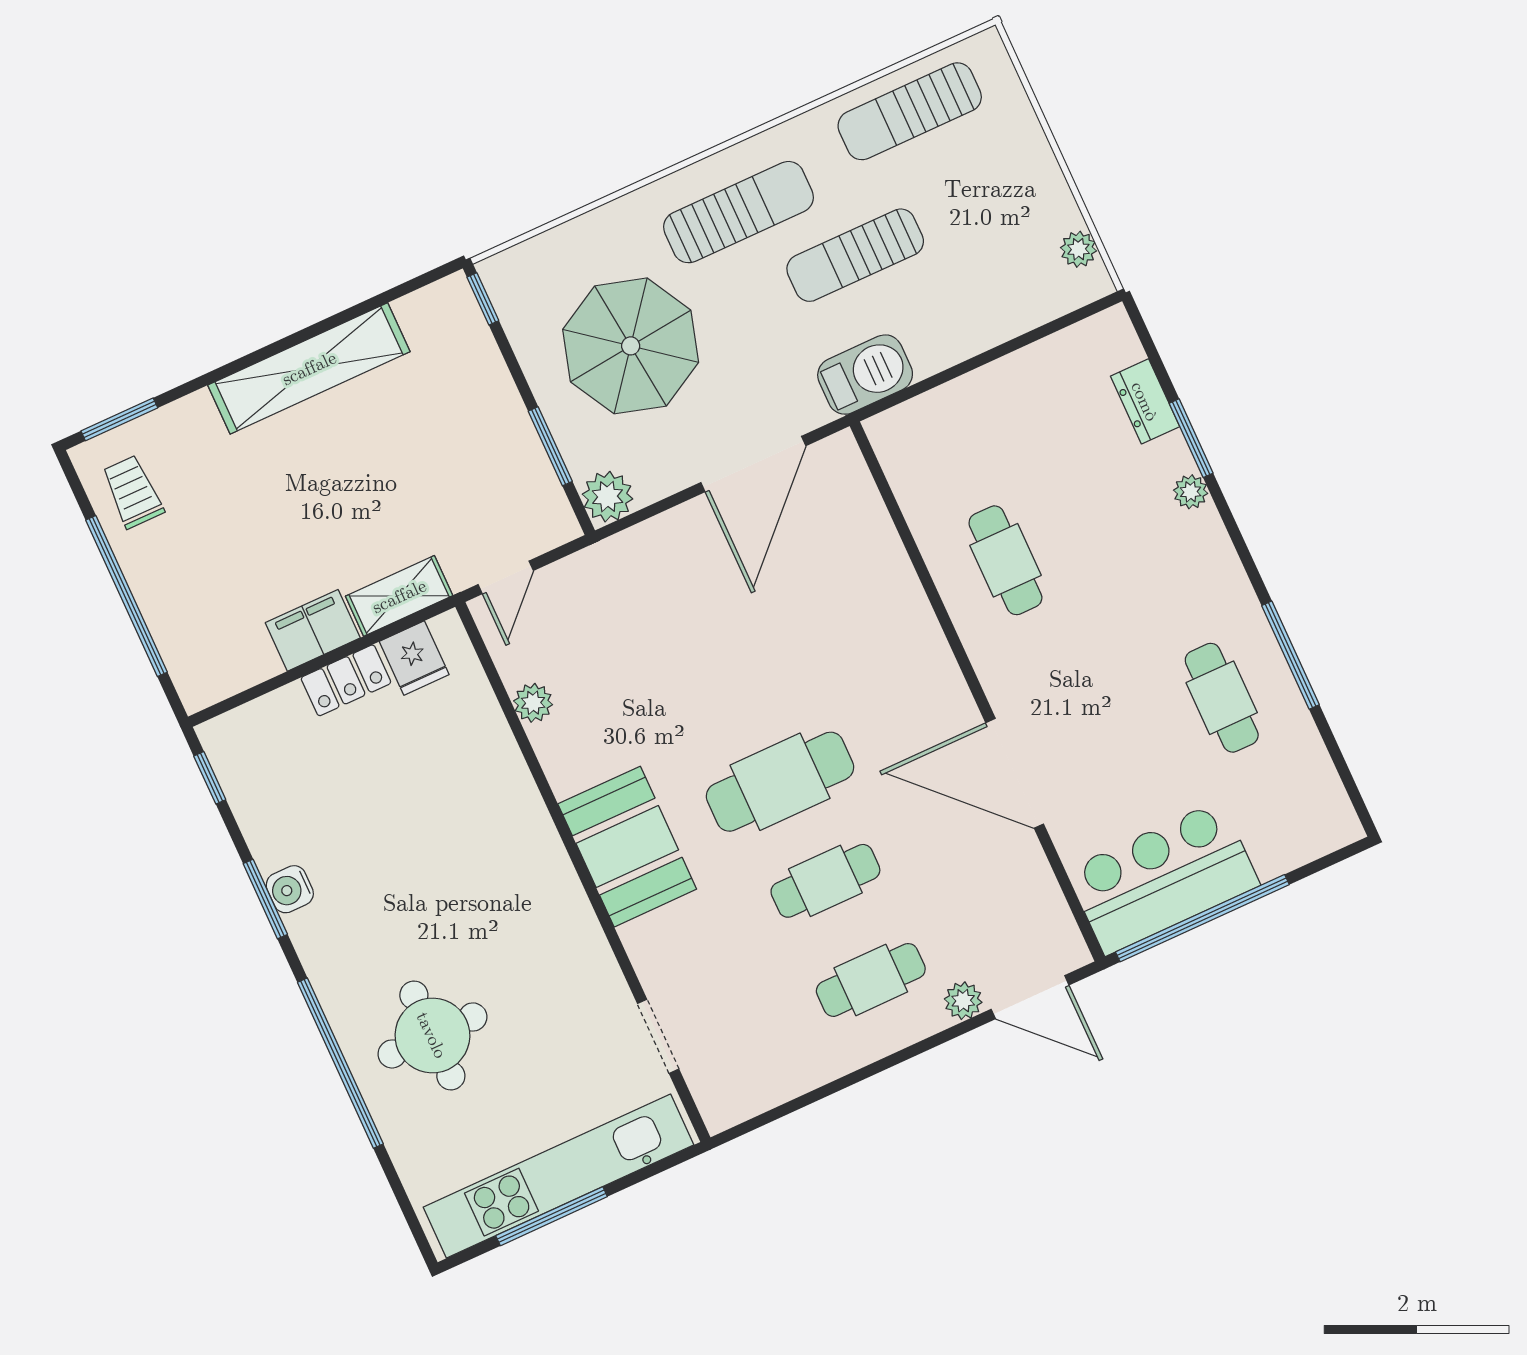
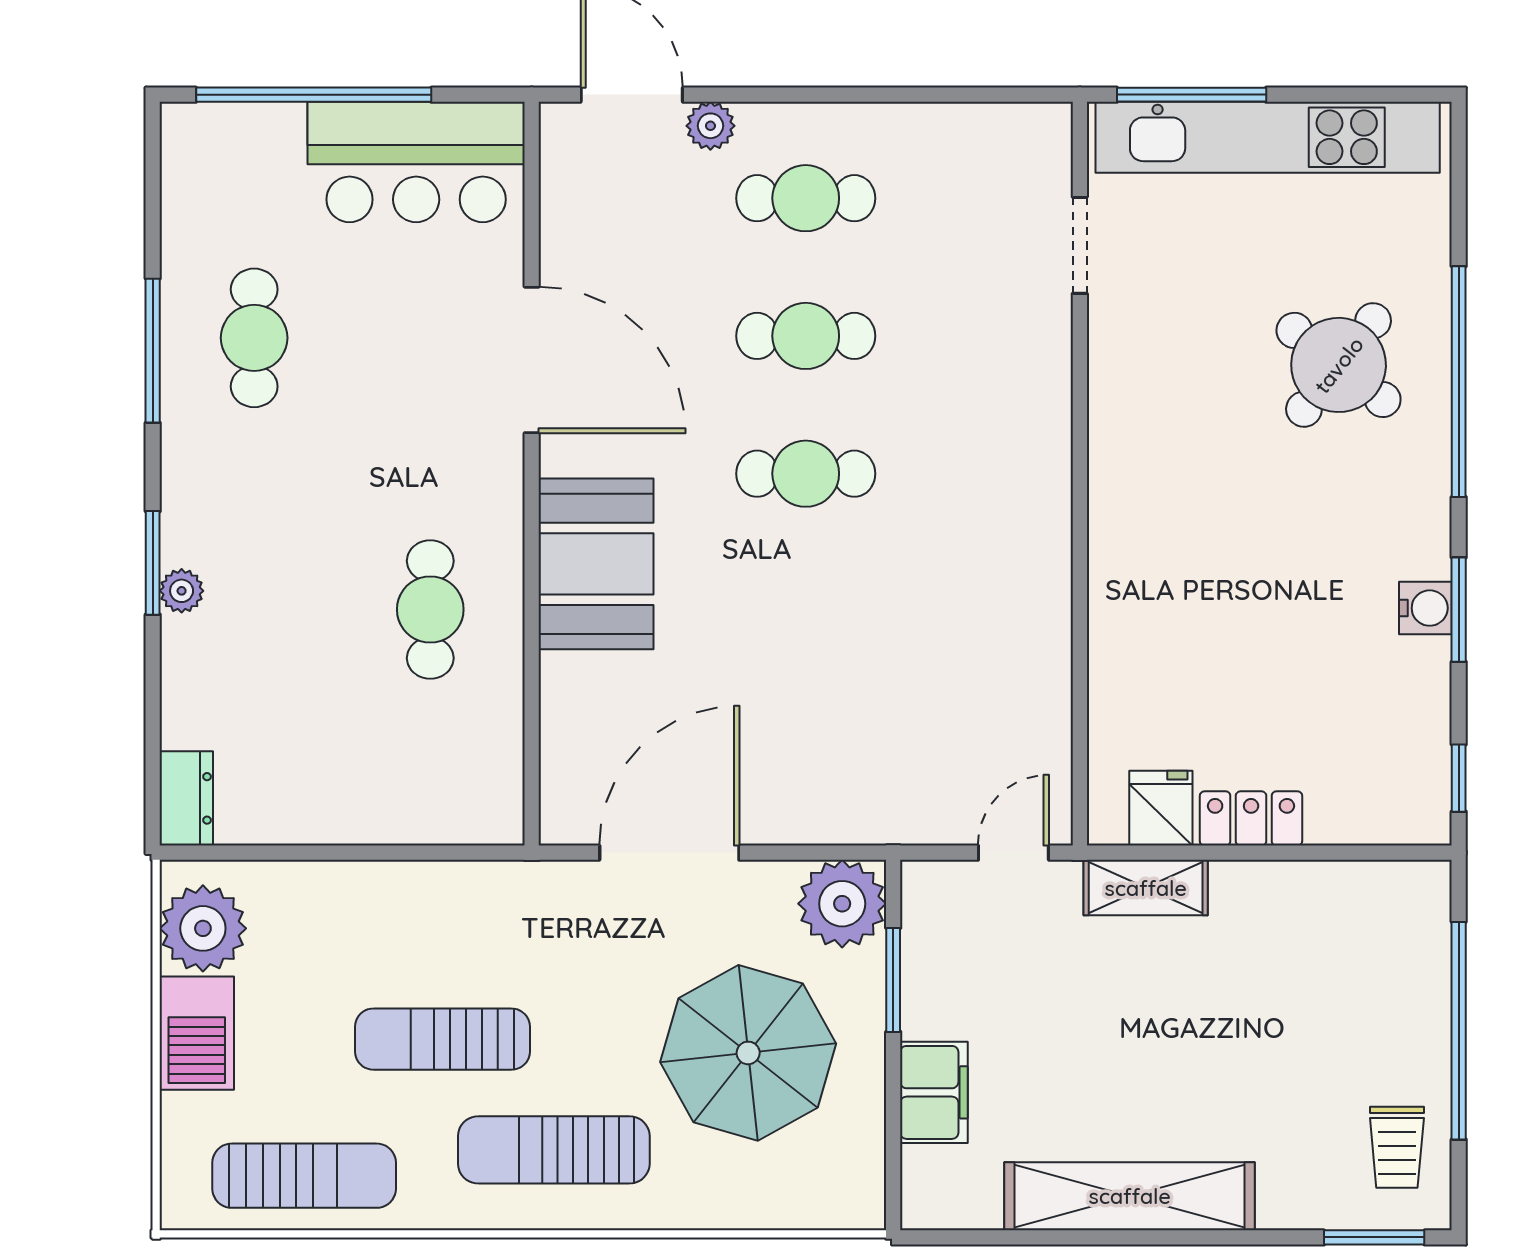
plant: (1078, 249) -> (203, 928), width x1.88, depth x1.88
sun lounger: (855, 255) -> (442, 1039), turned 180
window: (483, 299) -> (893, 1185), removed
barbecue: (865, 375) -> (197, 1033), moved, turned -90
dresser: (1145, 401) -> (186, 798), moved
window: (1191, 438) -> (153, 563), moved
plant: (608, 497) -> (842, 904), width x1.36, depth x1.36
filing cabinet: (313, 630) -> (934, 1092), moved, turned -90
plant: (533, 703) -> (1048, 694), removed
cafe table: (780, 782) -> (806, 474), width x0.73, depth x0.74
booth: (627, 847) -> (596, 564), moved
window: (1202, 918) -> (314, 95), moved
round table: (432, 1035) -> (1339, 365), turned 38
window: (552, 1216) -> (1192, 95), moved

